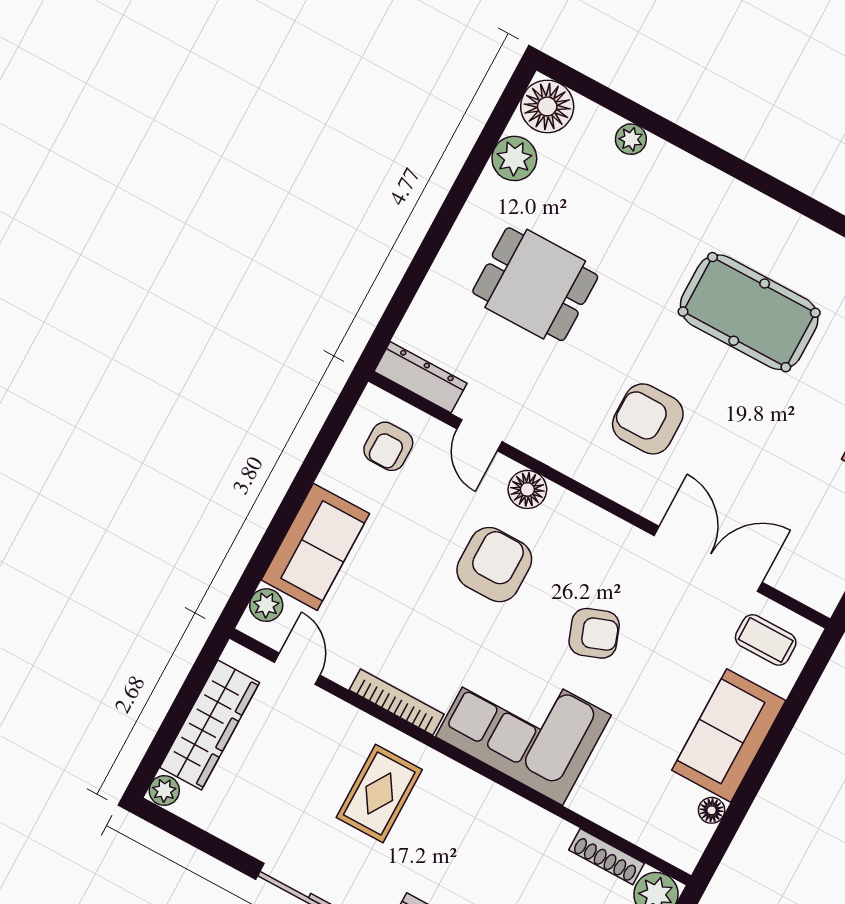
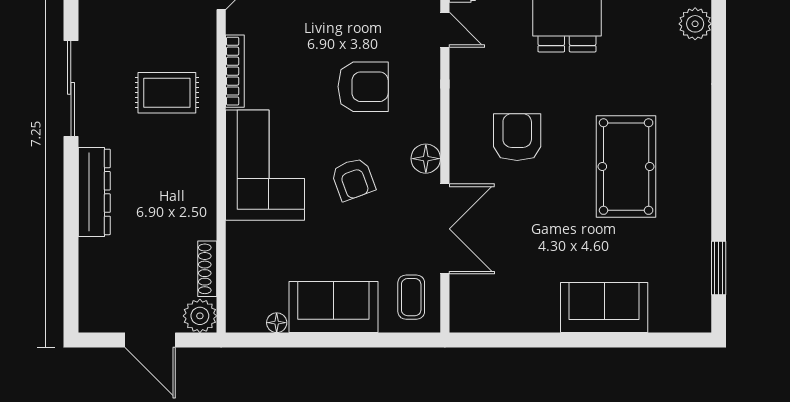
plant: (631, 139) -> (695, 24), width x1.38, depth x1.38
door: (479, 435) -> (445, 30), swing flipped
floor lamp: (527, 489) -> (426, 159), moved

